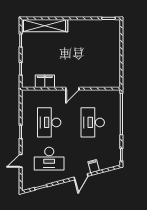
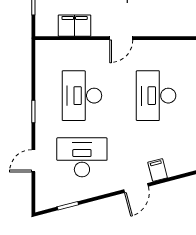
desk: (49, 159) -> (82, 157), turned 180

